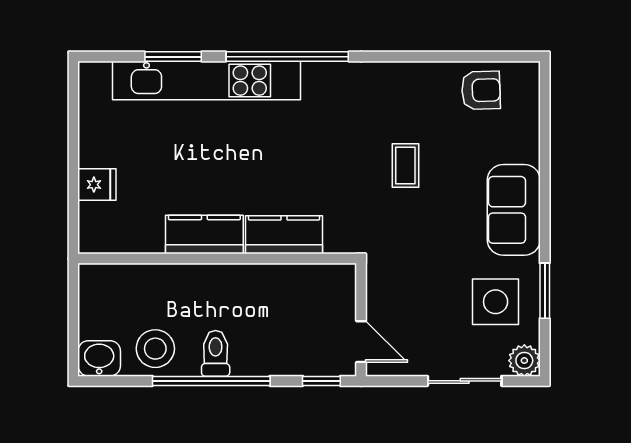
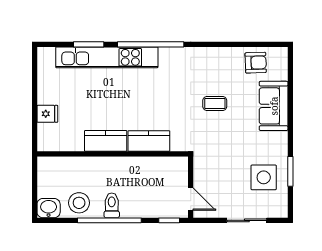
coffee table: (405, 166) -> (215, 103), turned 90
sofa: (514, 210) -> (274, 106), moved
plant: (524, 361) -> (279, 209), removed

